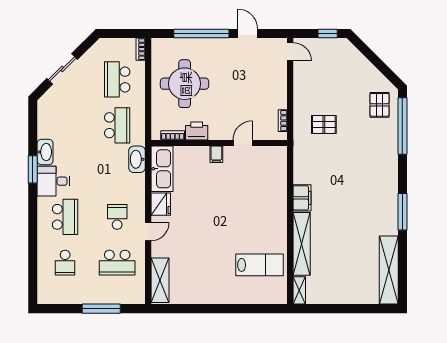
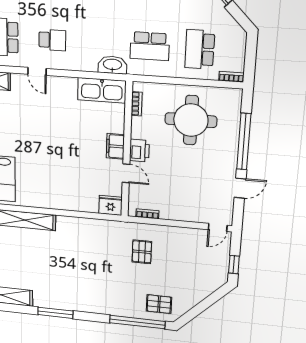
school desk: (117, 79) -> (200, 49), turned -90
printer: (197, 131) -> (139, 151), moved
filing cabinet: (216, 154) -> (115, 146), width x2.00
filing cabinet: (302, 198) -> (70, 224), removed
fridge: (161, 204) -> (111, 205), moved, turned 180

